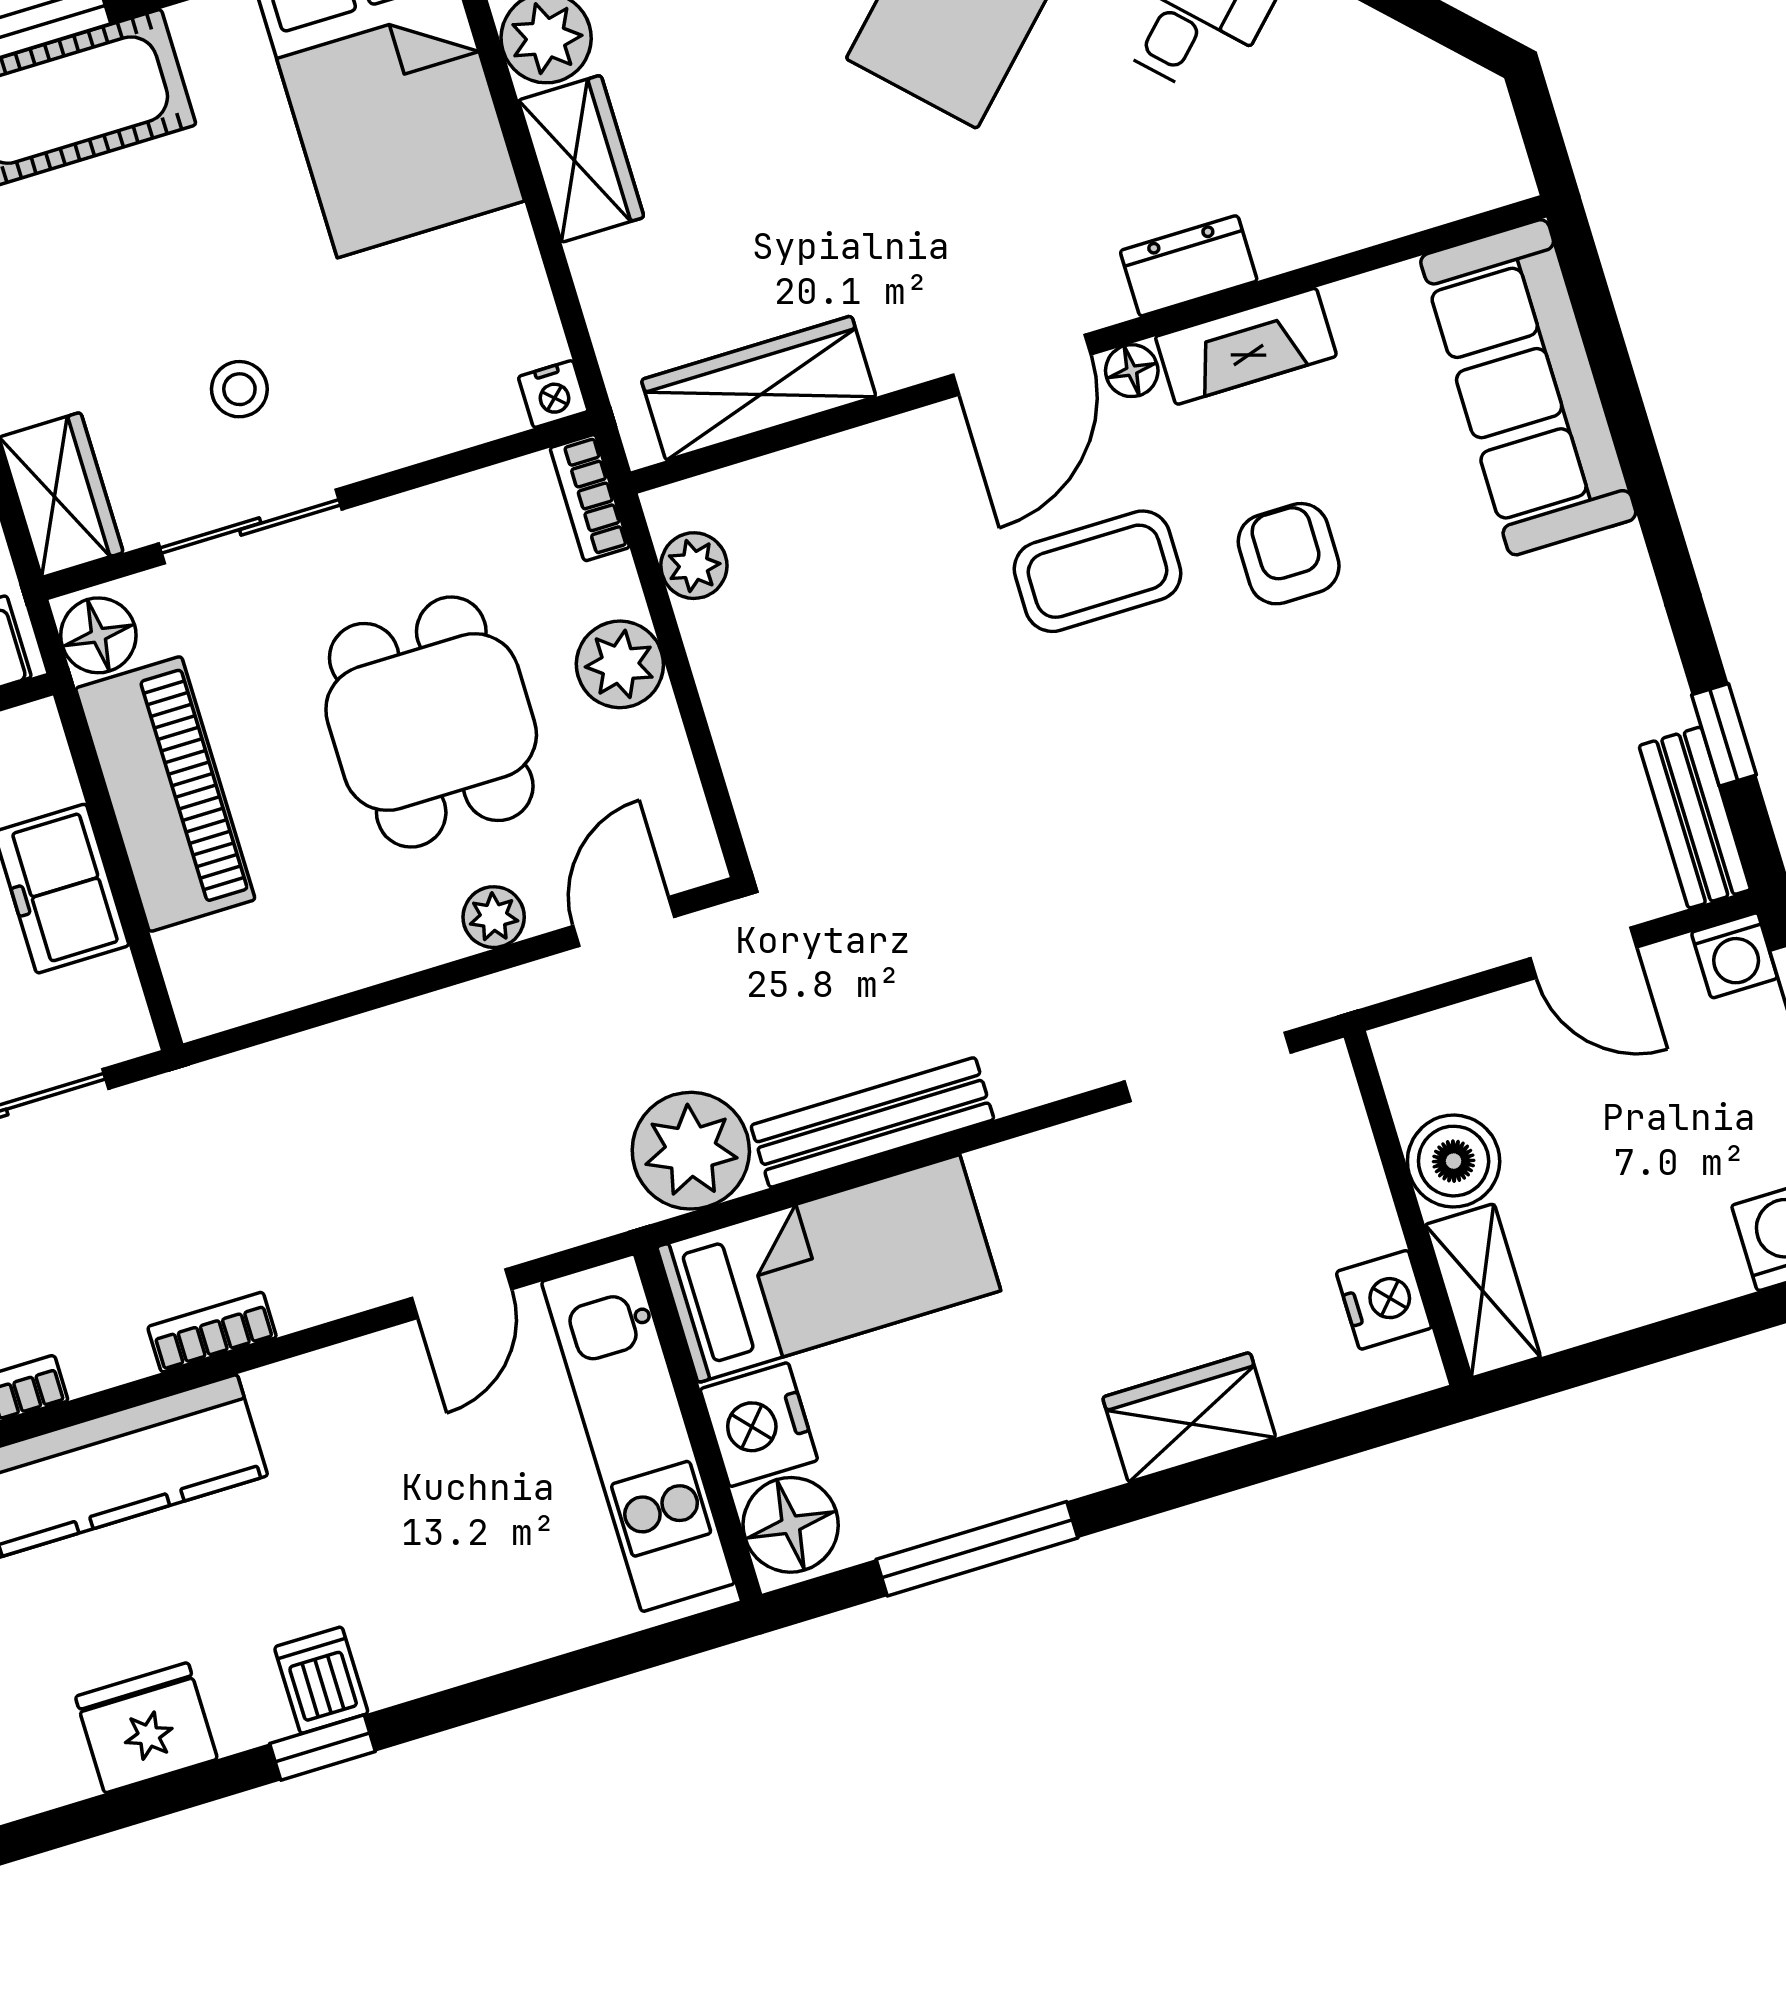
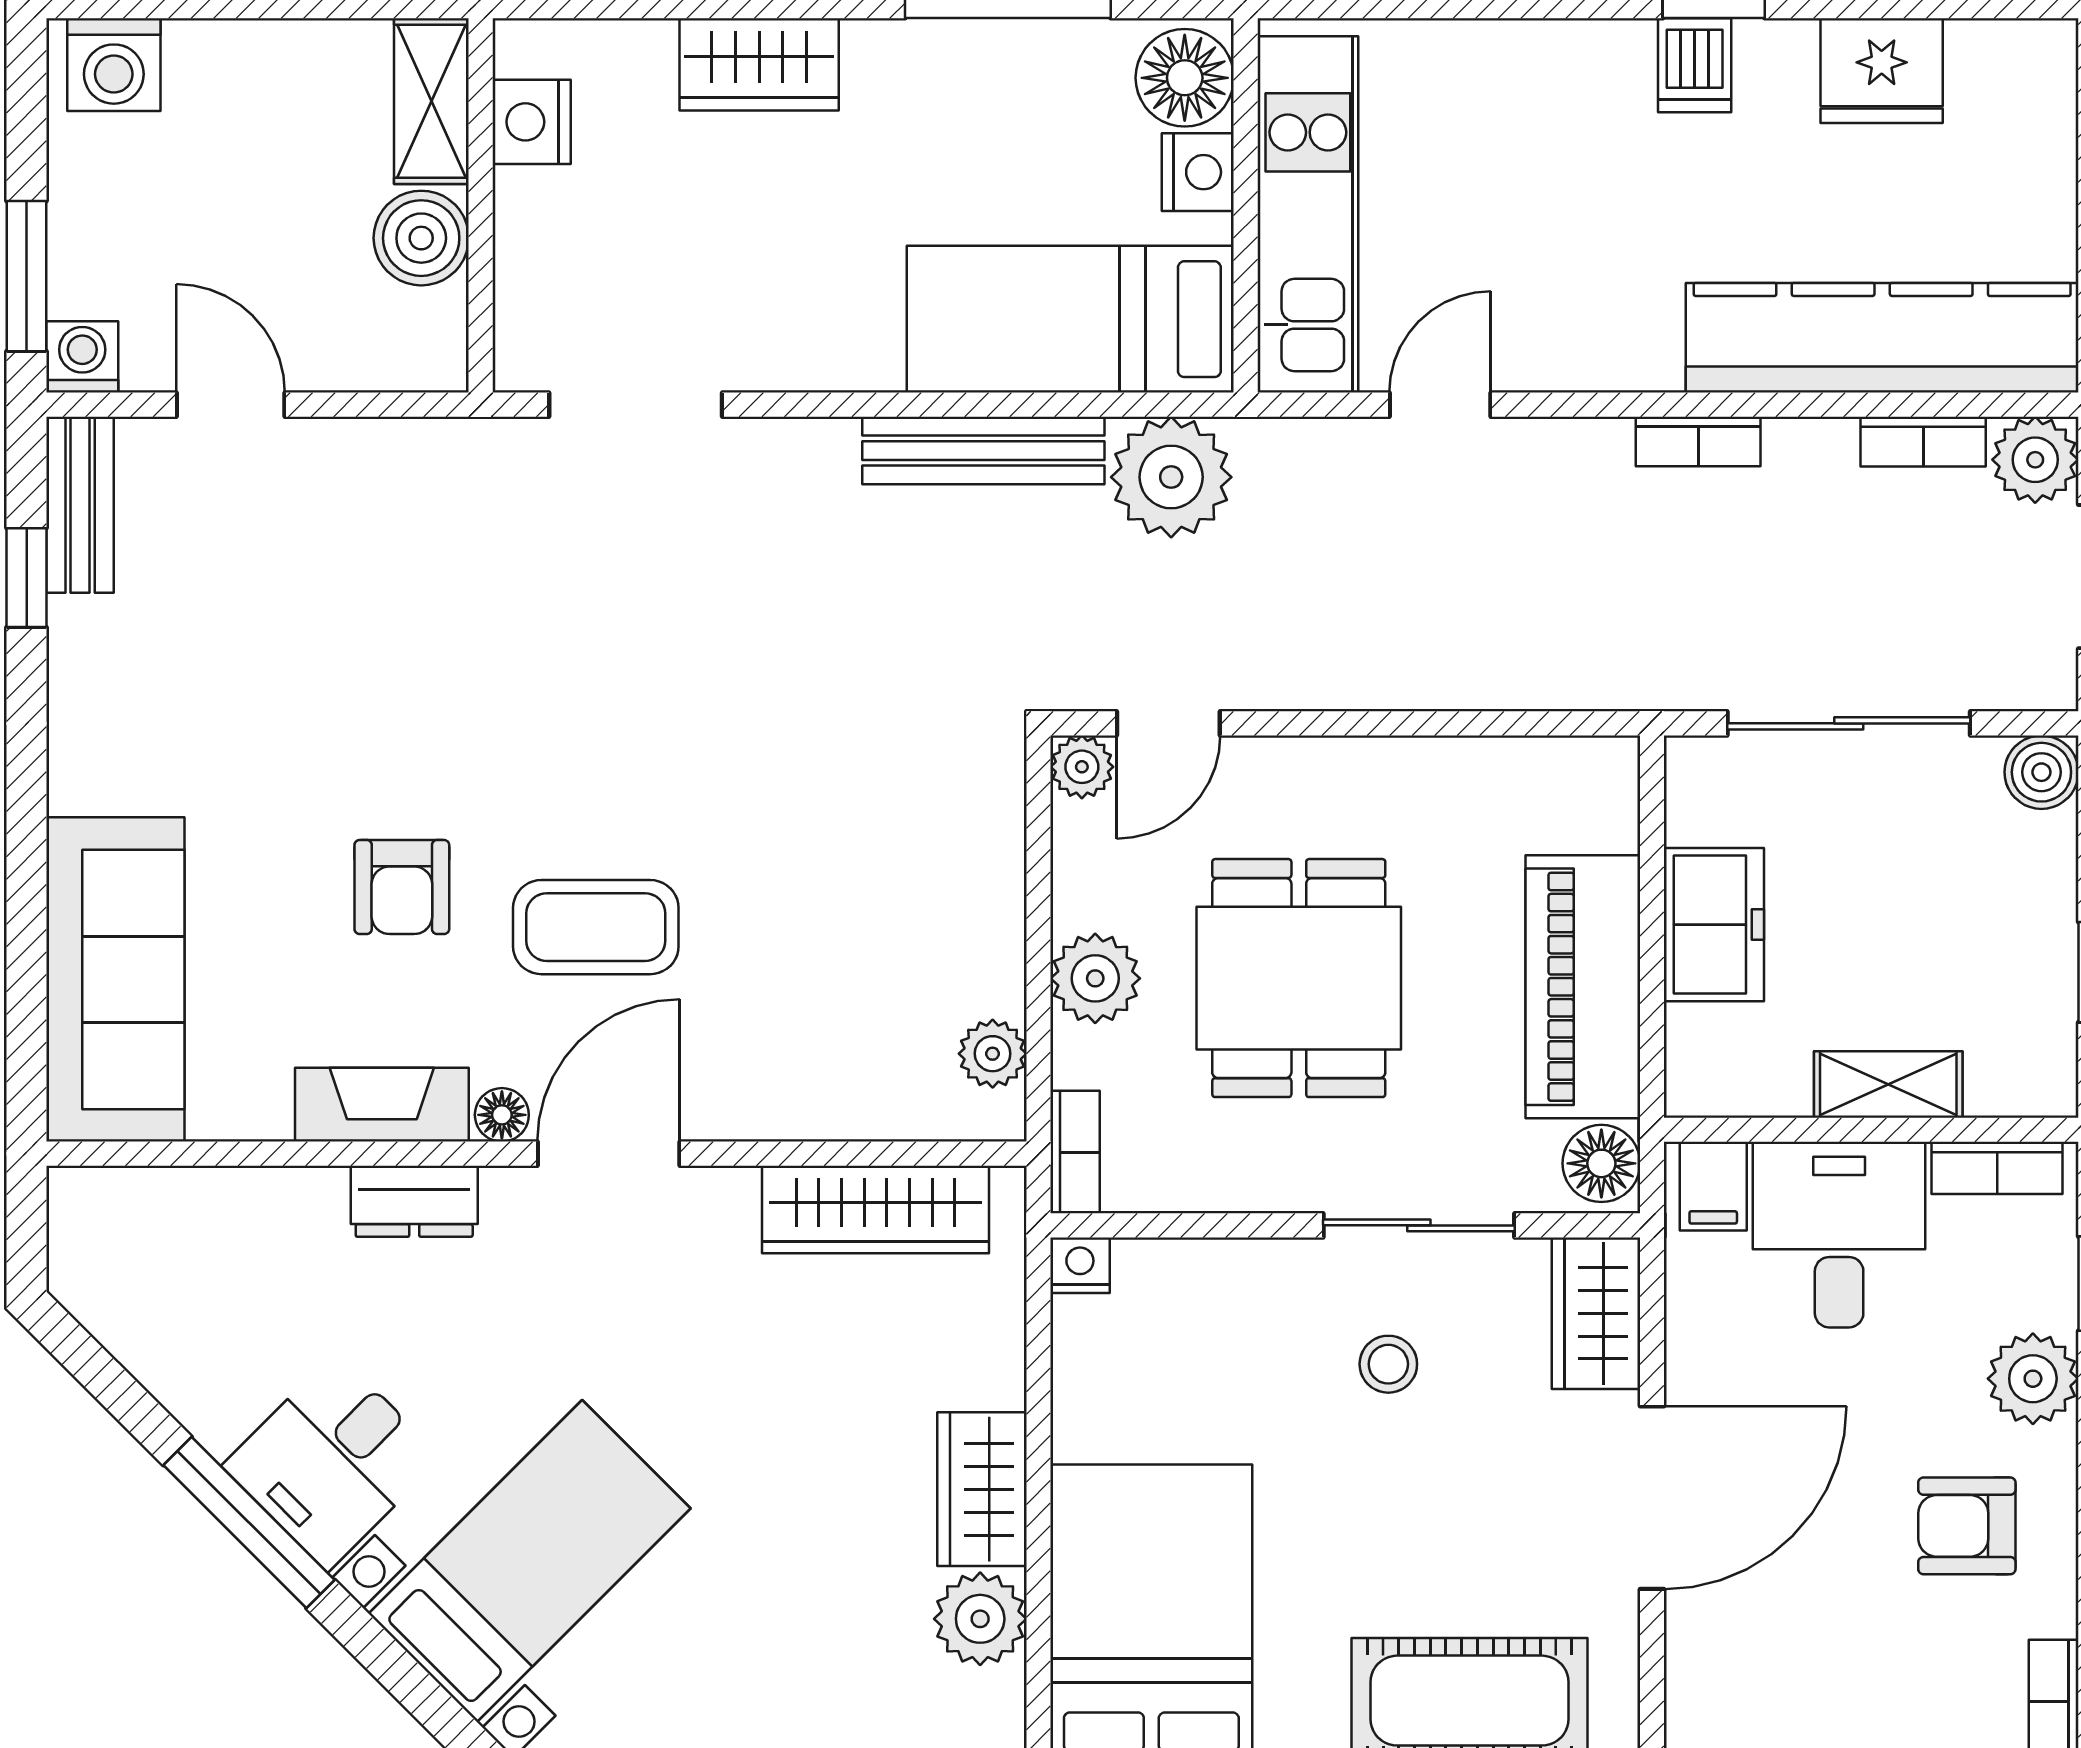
plant: (494, 917) -> (1082, 767), moved
nightstand: (759, 1425) -> (1198, 172), width x0.74, depth x0.75

